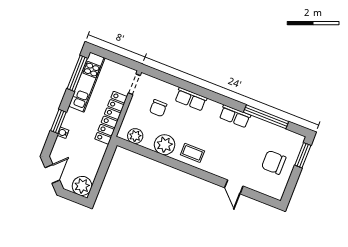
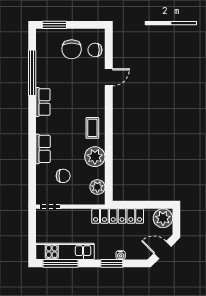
locker: (111, 118) -> (118, 216), moved
chair: (264, 184) -> (95, 50), added

